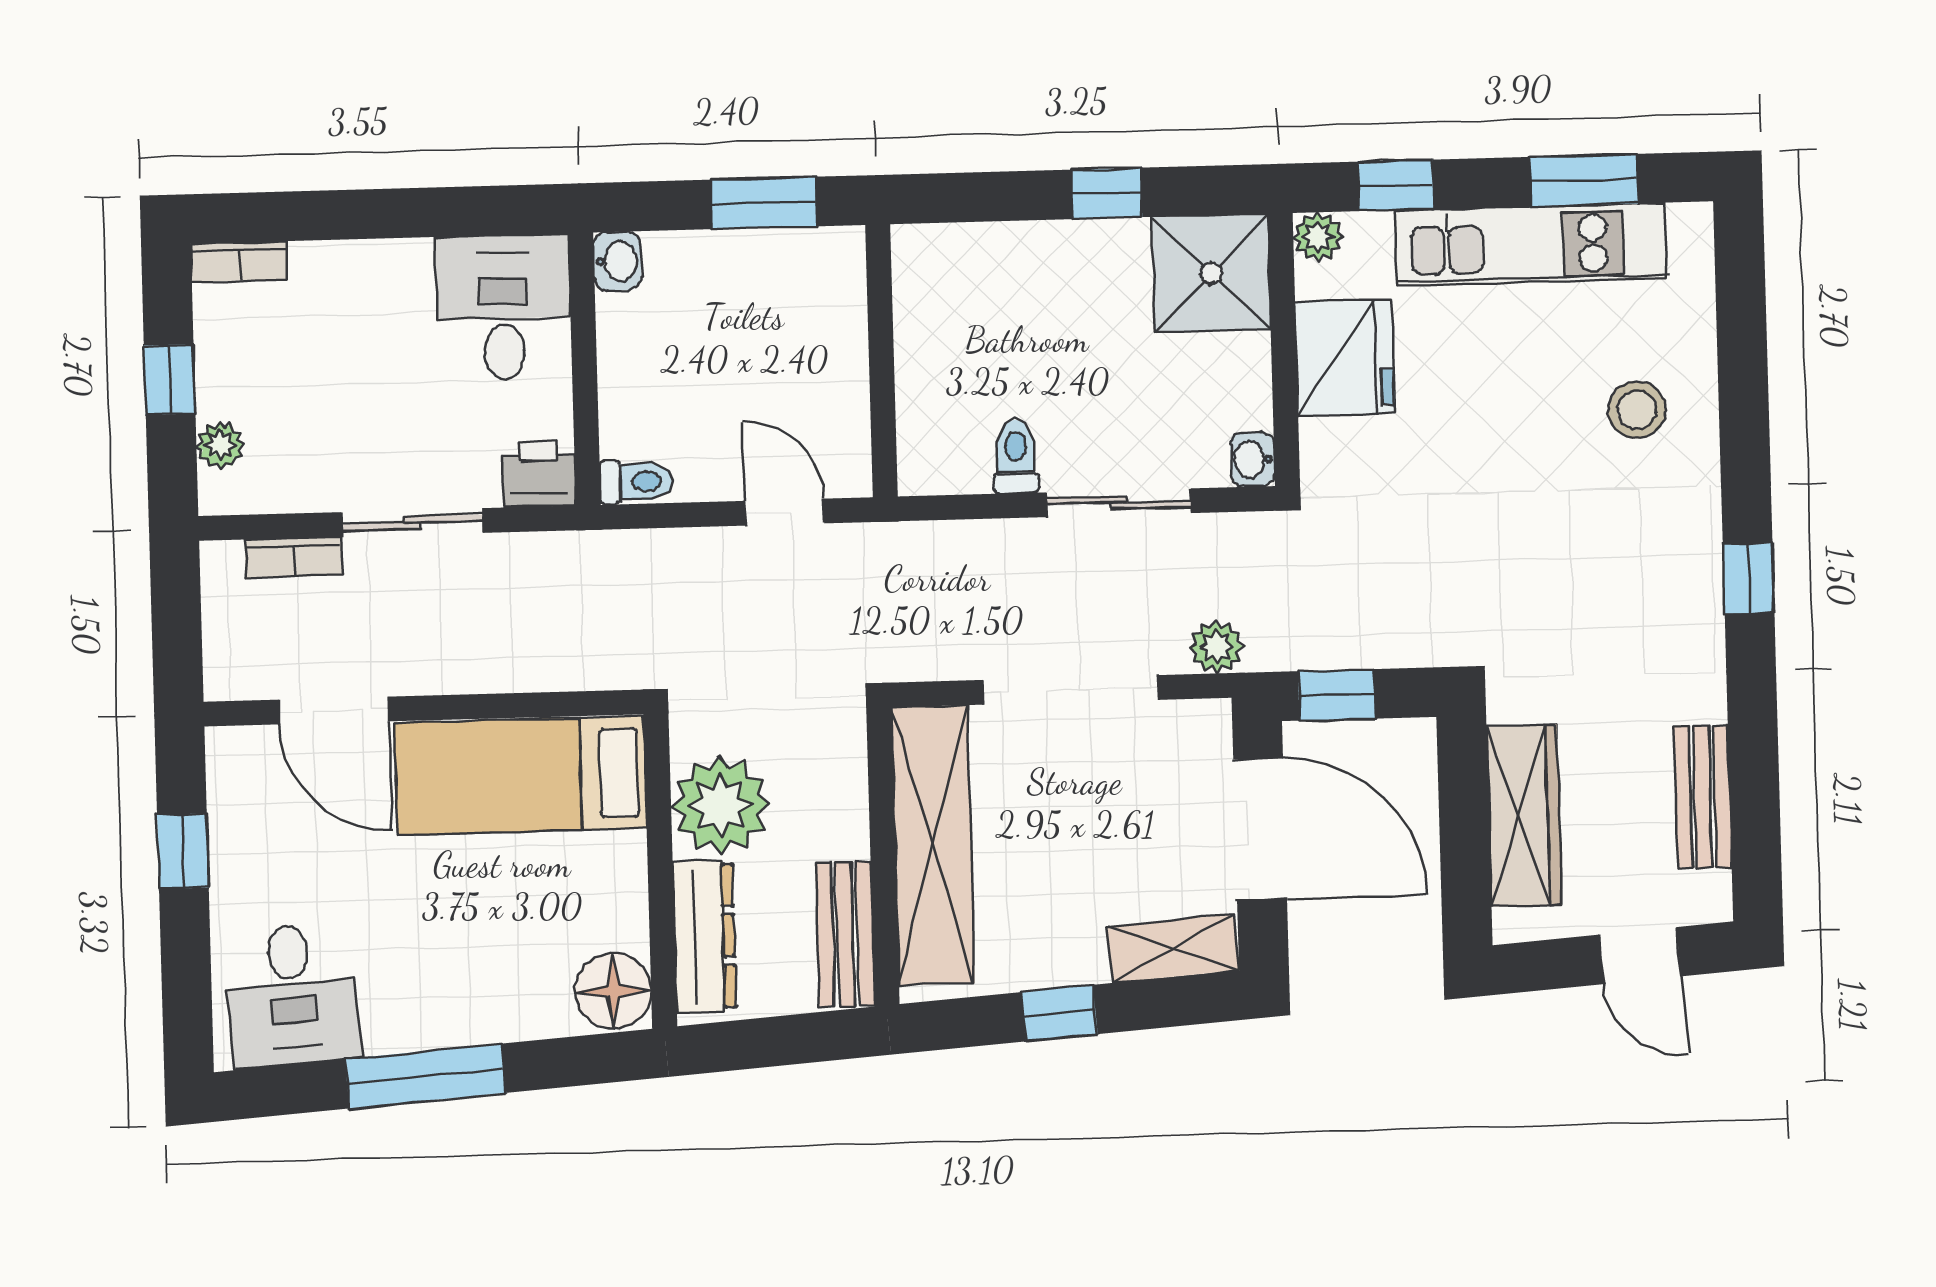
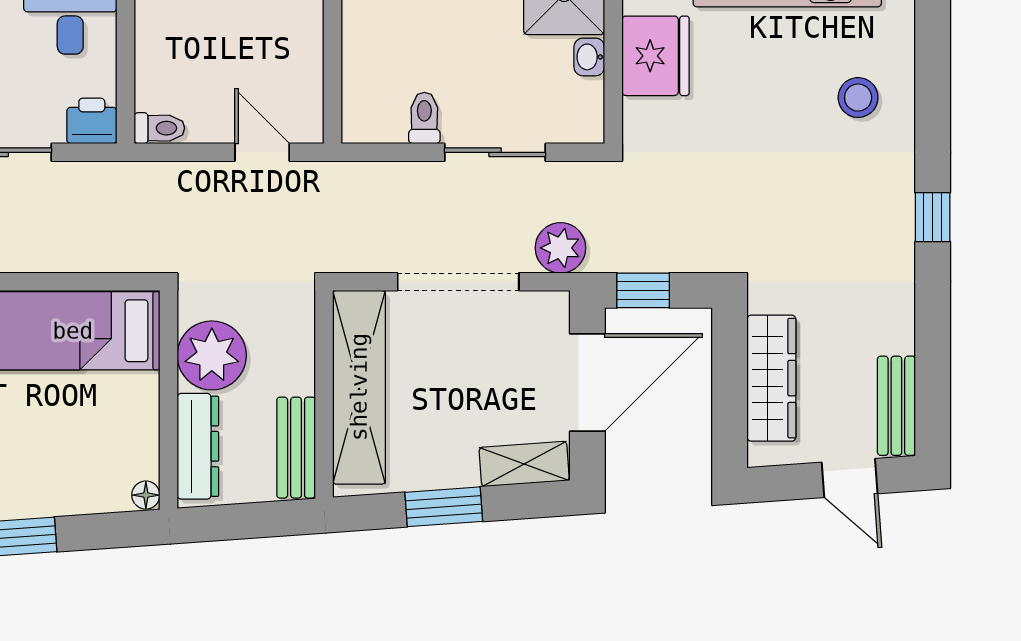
washbasin: (1253, 459) -> (589, 57), moved
plant: (1217, 647) -> (560, 248), width x1.38, depth x1.38
bench: (1703, 797) -> (896, 406), moved
door: (1260, 829) -> (587, 382), hinge flipped
floor lamp: (613, 991) -> (146, 495), width x0.53, depth x0.53
window: (1059, 1013) -> (444, 507), width x1.50

